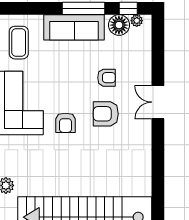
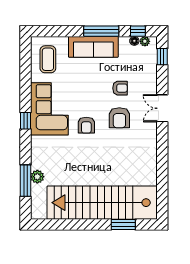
floor lamp: (119, 25) -> (134, 41), width x0.53, depth x0.53
window: (158, 39) -> (162, 57), added
armchair: (106, 114) -> (119, 118), turned -90

